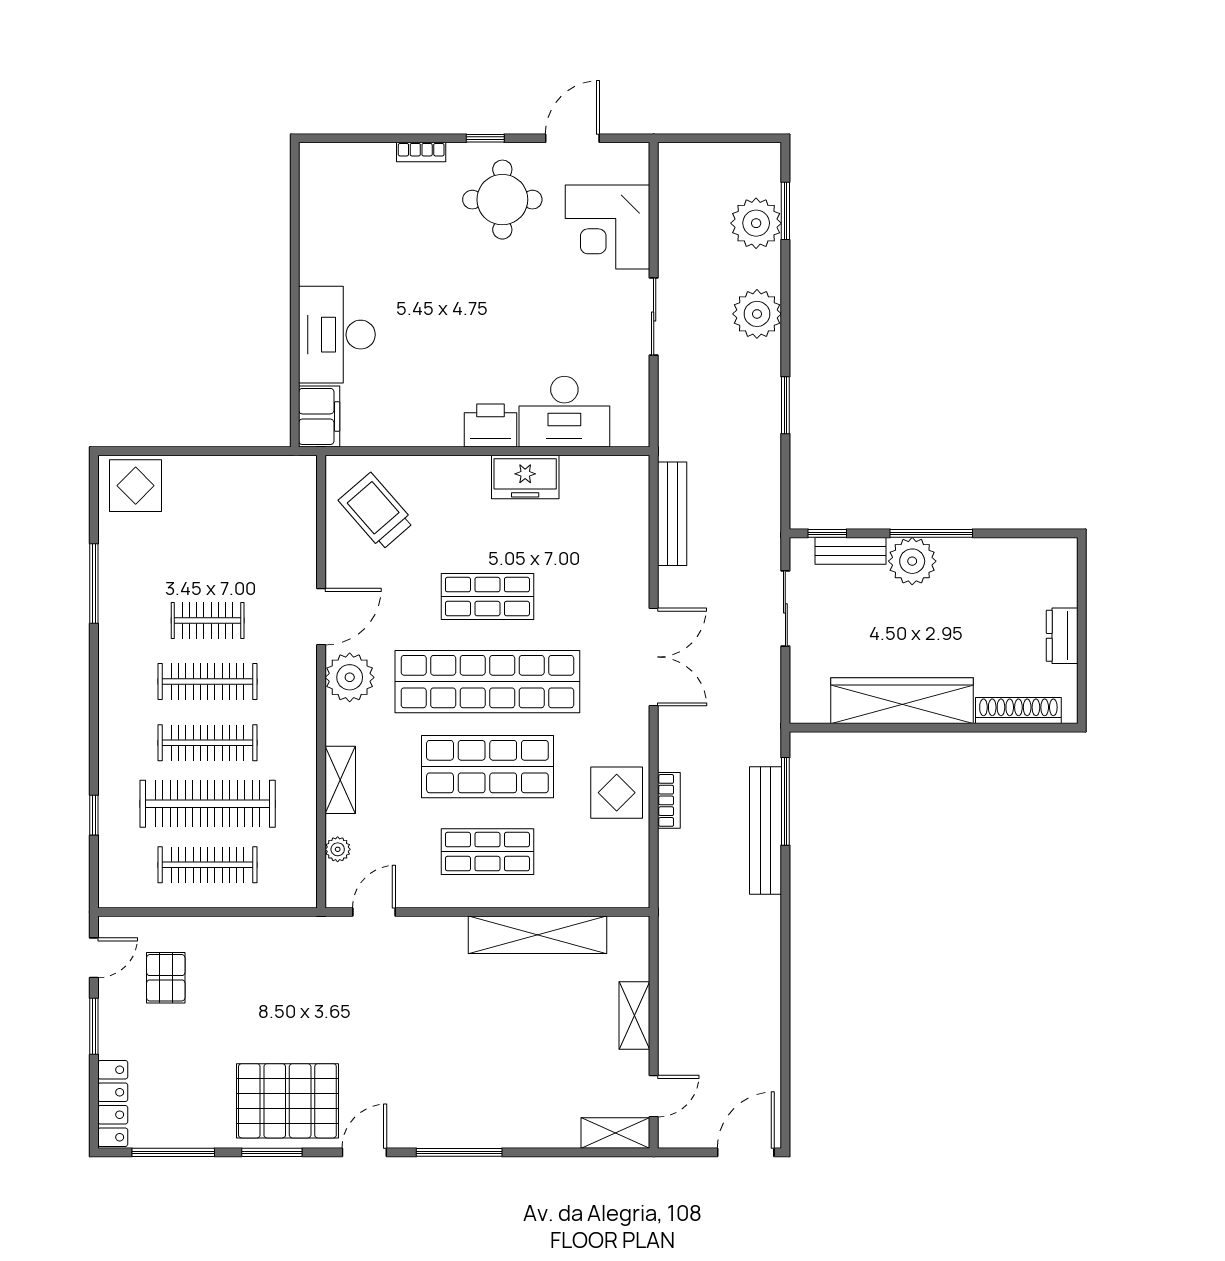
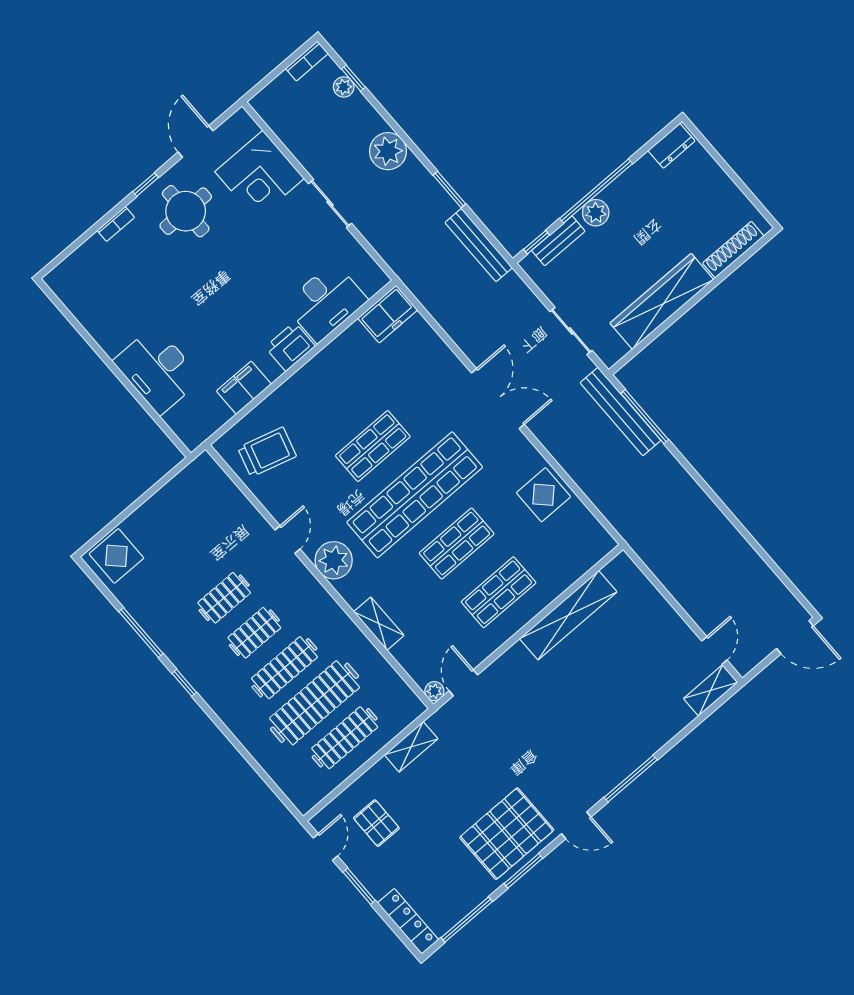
window: (785, 211) -> (353, 78), width x0.67
plant: (756, 223) -> (344, 87), width x0.53, depth x0.53
filing cabinet: (319, 416) -> (244, 388), moved, turned -90
freezer: (525, 477) -> (388, 314), moved
trolley: (376, 511) -> (267, 452), turned 147
bench: (672, 514) -> (479, 245), moved
window: (931, 533) -> (596, 191), width x1.46
plant: (912, 561) -> (596, 213), width x0.73, depth x0.73
sliding door: (785, 608) -> (571, 331), moved
door: (321, 617) -> (287, 540), width x0.73
dresser: (1062, 636) -> (672, 146), moved, turned -90
clothes rail: (208, 682) -> (254, 633), width x0.73
shop shelf: (487, 767) -> (457, 543), width x0.70, depth x0.74
bookcase: (669, 800) -> (307, 61), moved, turned 90
window: (94, 815) -> (184, 683), moved
bench: (766, 830) -> (620, 412), moved
plant: (338, 849) -> (434, 691), moved
shelving: (634, 1016) -> (411, 747), moved, turned 90
door: (364, 1152) -> (576, 825), swing flipped
door: (746, 1152) -> (795, 637), swing flipped

